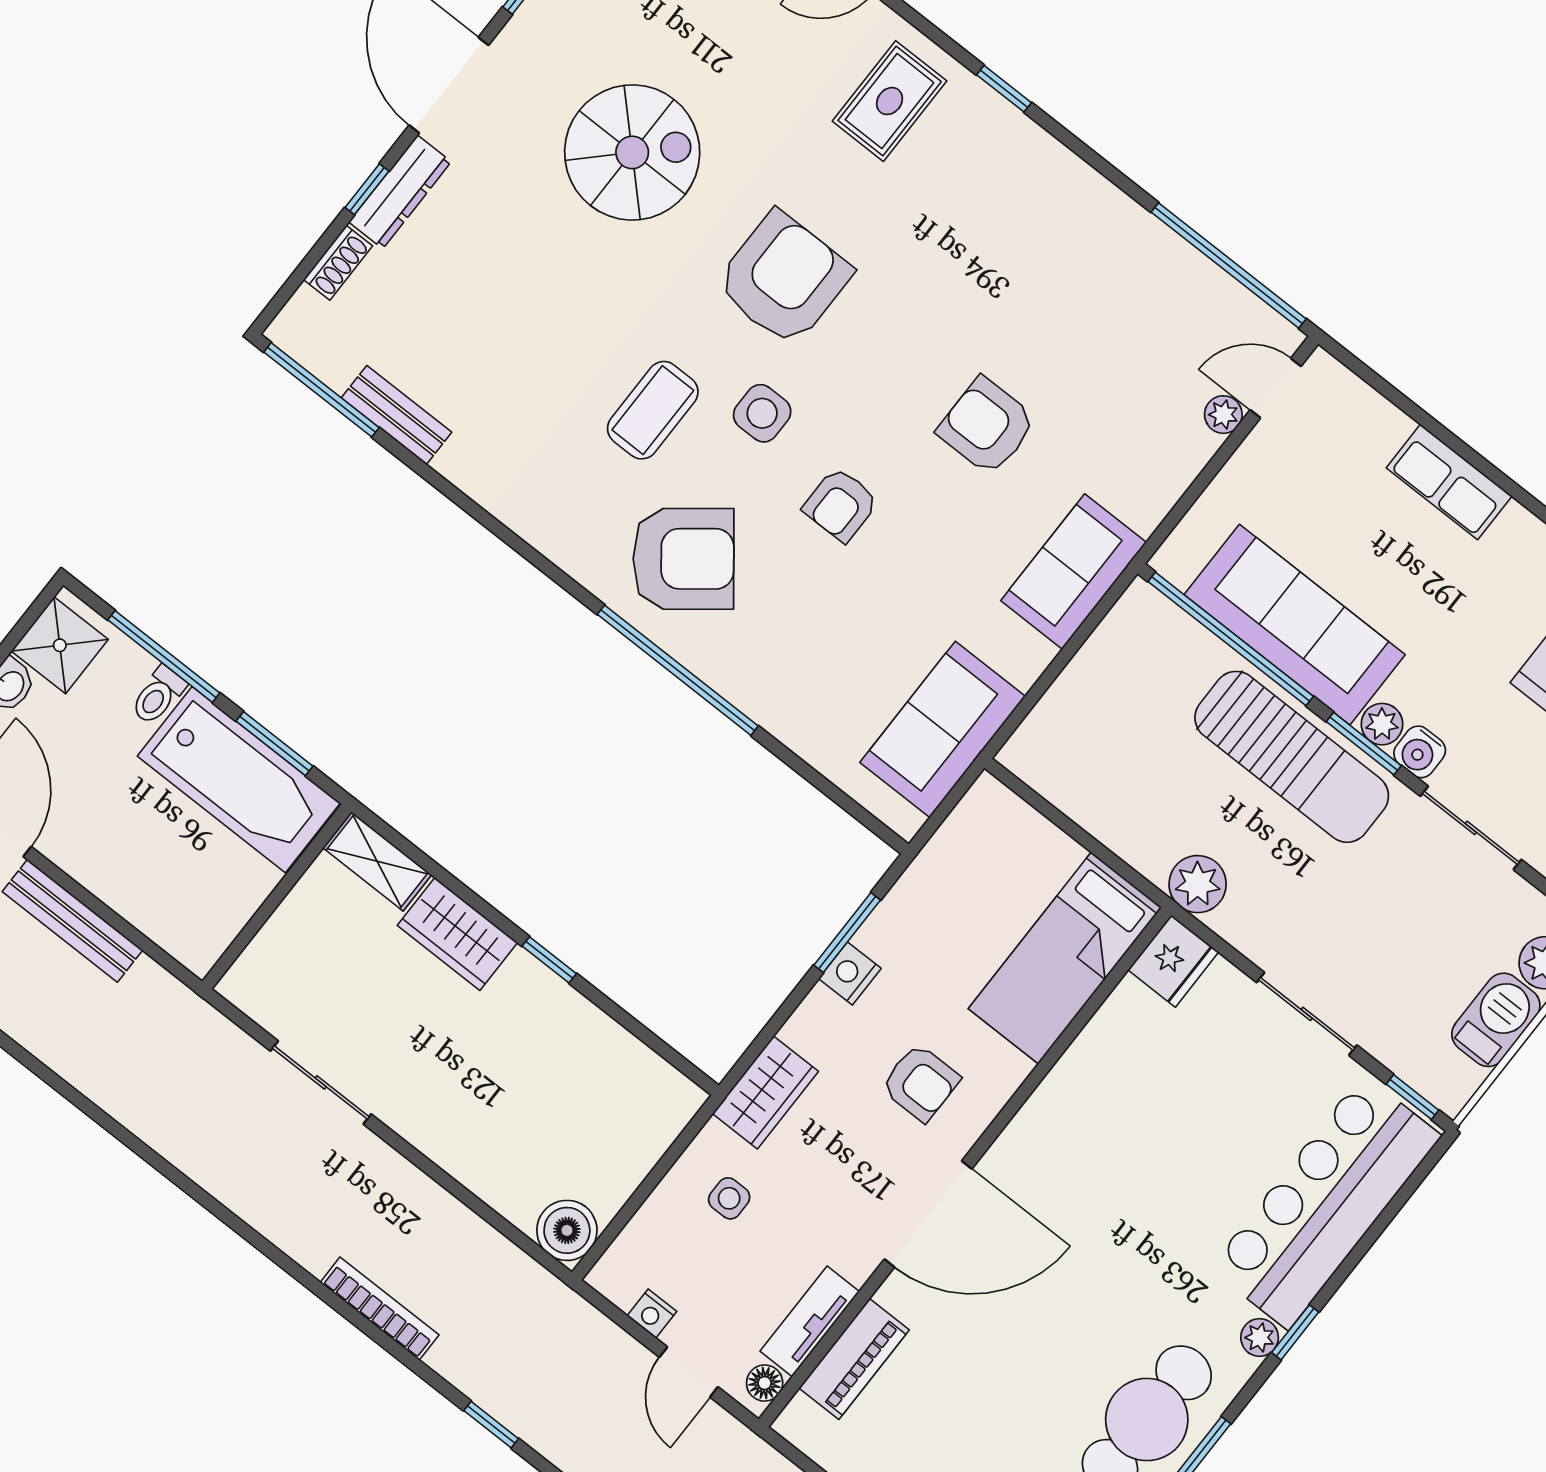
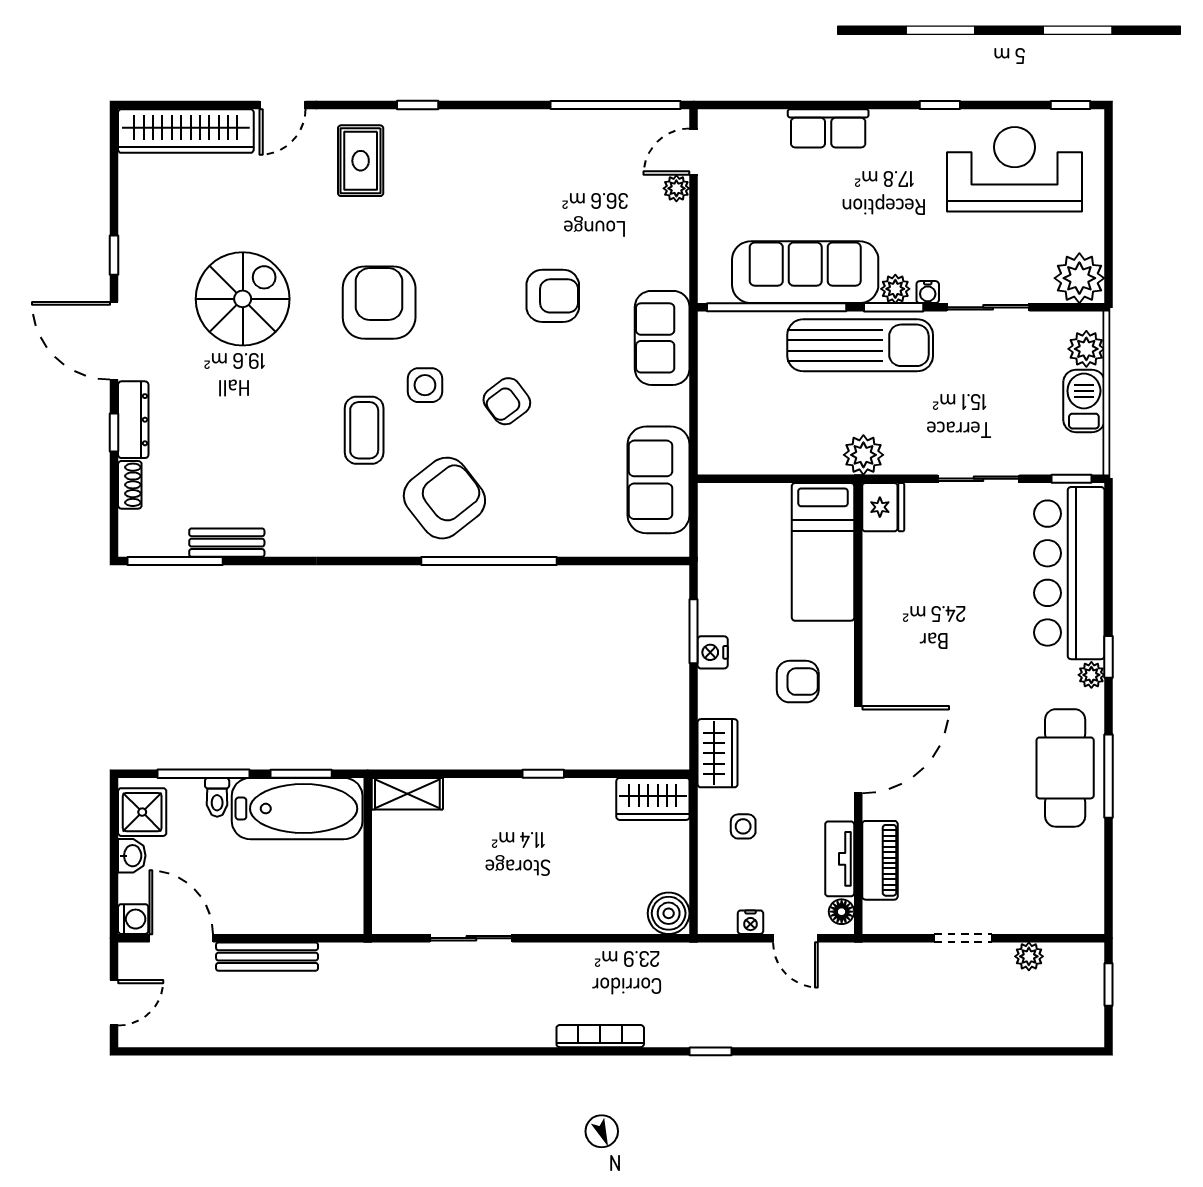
armchair: (987, 426) -> (553, 296), turned 180
armchair: (841, 505) -> (507, 401), turned 53
water cooler: (1420, 752) -> (928, 292), width x0.72, depth x0.72
wardrobe: (457, 934) -> (653, 799), moved

